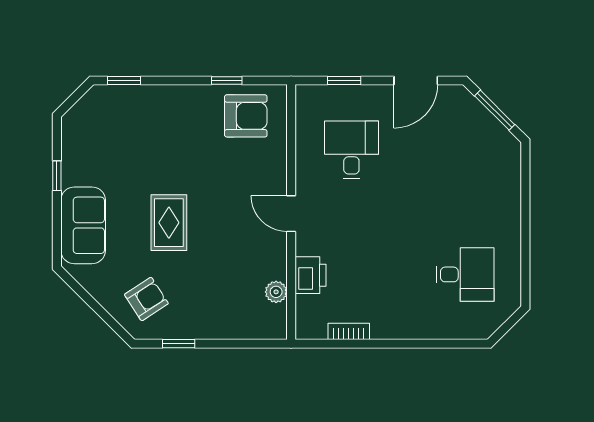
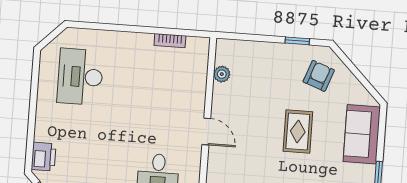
desk: (465, 274) -> (80, 77), width x1.37
printer: (310, 275) -> (44, 157), moved, turned 180
armchair: (146, 299) -> (319, 76), turned 143

